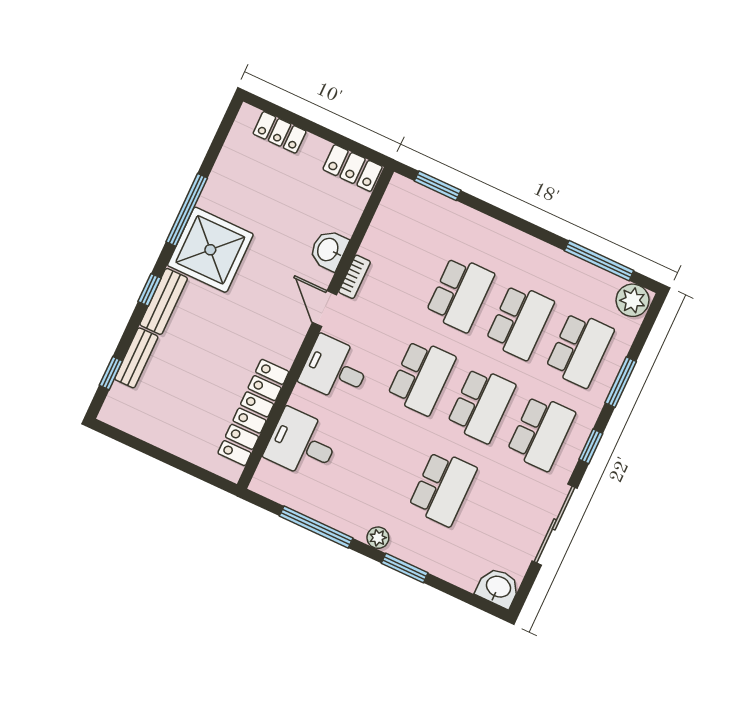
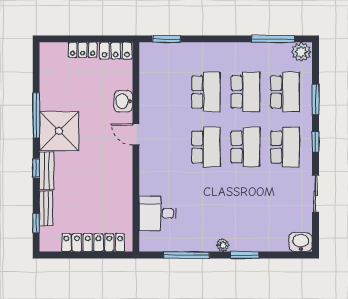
locker: (280, 132) -> (83, 50), moved
bookcase: (355, 277) -> (144, 109), removed
desk: (335, 369) -> (157, 164), removed
locker: (253, 412) -> (93, 243), moved, turned 90
school desk: (443, 488) -> (245, 202), removed
sliding door: (555, 524) -> (315, 193), width x0.73

